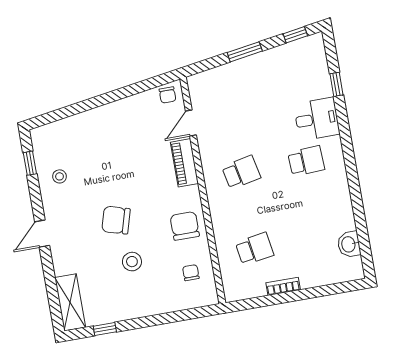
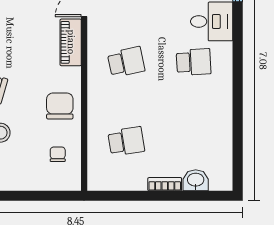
washbasin: (349, 244) -> (196, 180), moved, turned 90
bookcase: (283, 286) -> (165, 184), moved

